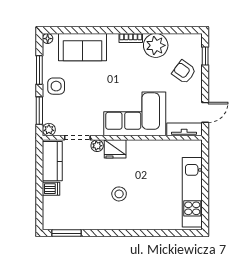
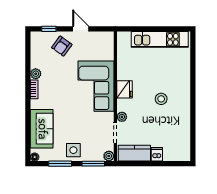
plant: (156, 45) -> (36, 74), width x0.53, depth x0.53
door: (205, 112) -> (81, 29), moved
tv unit: (184, 129) -> (109, 46), removed
fridge: (115, 149) -> (125, 89), moved
window: (66, 233) -> (193, 142), removed

